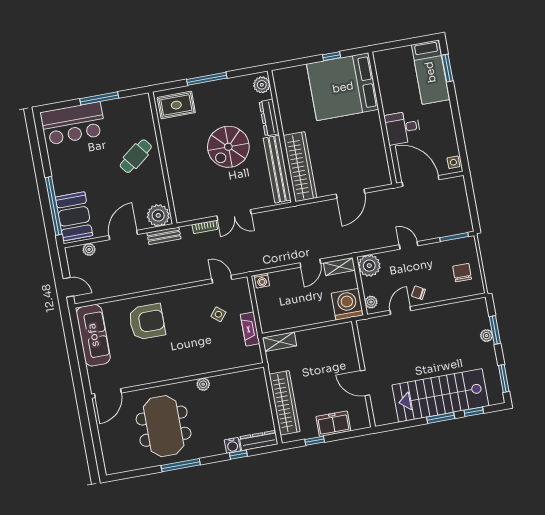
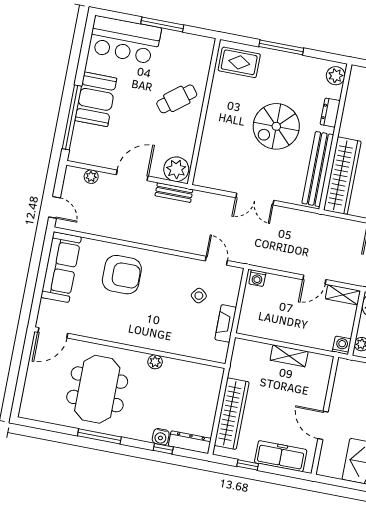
dresser: (269, 118) -> (330, 113), width x0.70
booth: (74, 216) -> (96, 99), moved
bookcase: (205, 227) -> (220, 200), removed
washing machine: (347, 304) -> (342, 345), width x0.53, depth x0.53
shelving: (280, 342) -> (289, 356), moved
freezer: (333, 424) -> (281, 456), width x1.40

